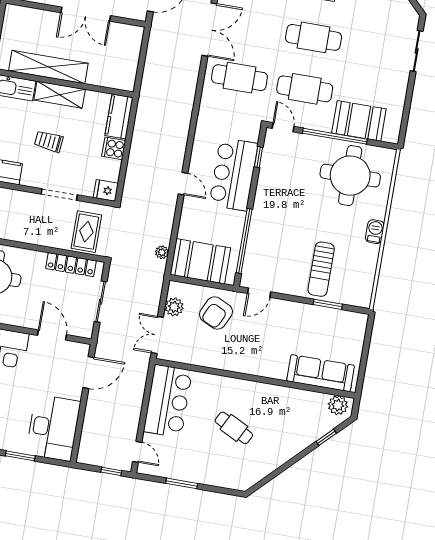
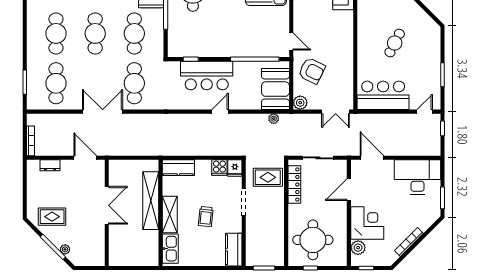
shelving: (48, 67) -> (151, 201), moved
door: (283, 127) -> (166, 45), removed
cooker: (114, 148) -> (219, 168), moved
plant: (174, 307) -> (300, 103), moved

